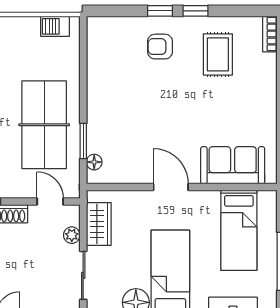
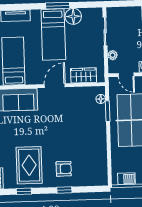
window: (196, 11) -> (24, 191), moved
rug: (218, 54) -> (29, 165), width x1.36, depth x1.43
door: (171, 187) -> (55, 86), swing flipped
wardrobe: (99, 224) -> (84, 75), moved, turned 90

